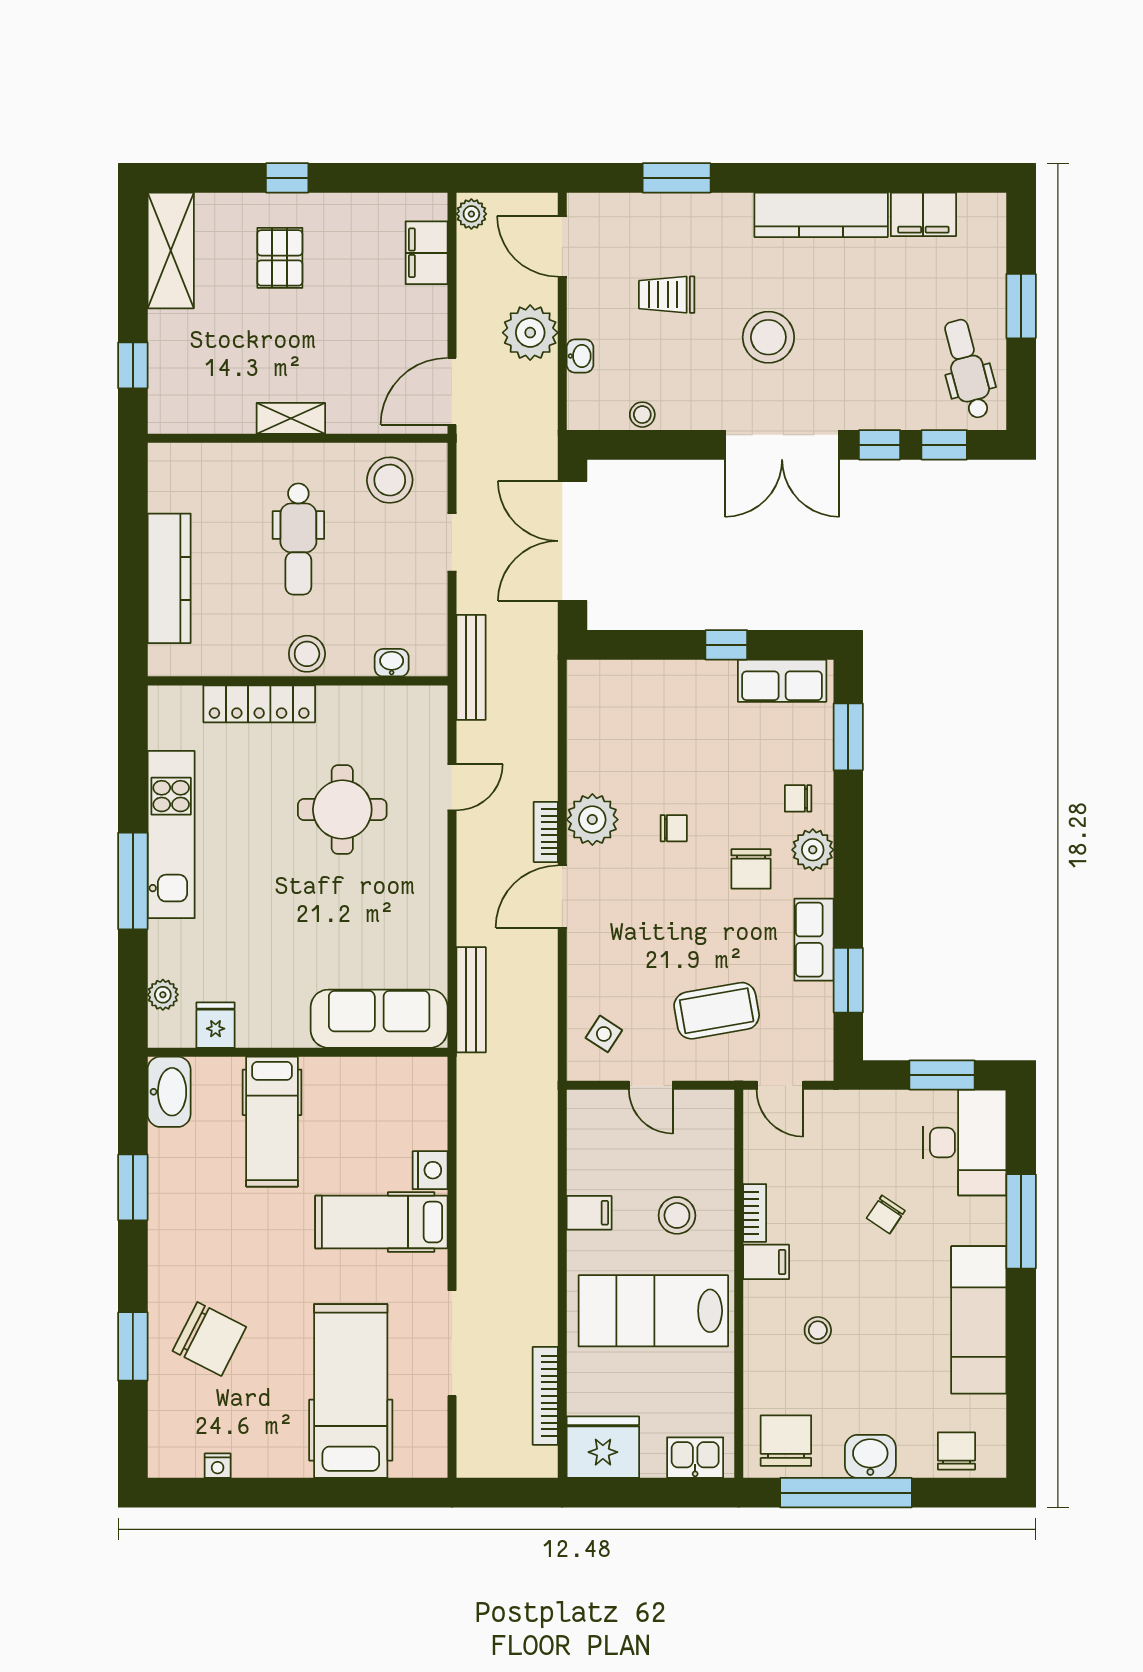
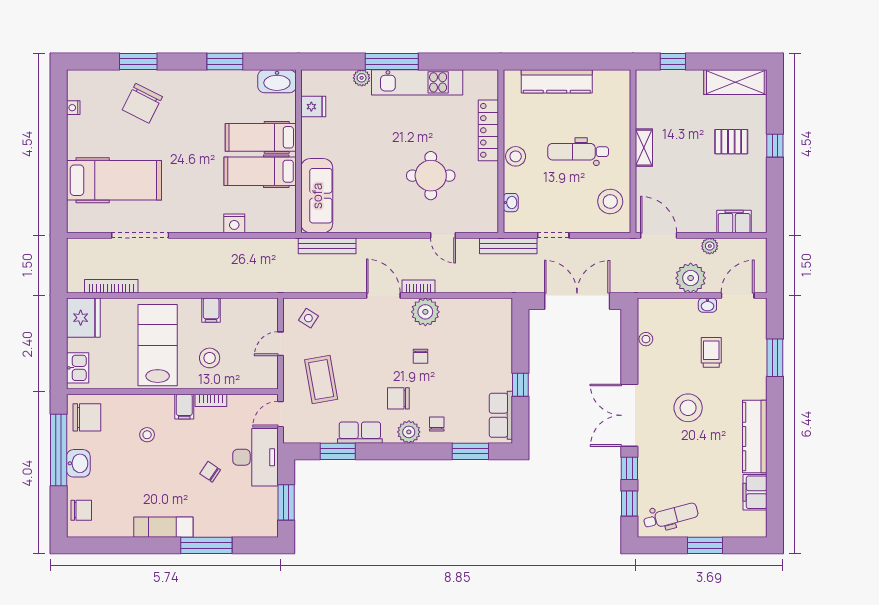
plant: (471, 214) -> (710, 246), moved
washbasin: (580, 356) -> (707, 305), moved
doorway: (452, 542) -> (553, 235), moved
plant: (163, 995) -> (362, 78), moved
desk: (965, 1143) -> (255, 457), moved, turned -90
hospital bed: (381, 1222) -> (260, 171), moved, turned -90
exam couch: (979, 1320) -> (163, 527), width x0.73, depth x0.69

